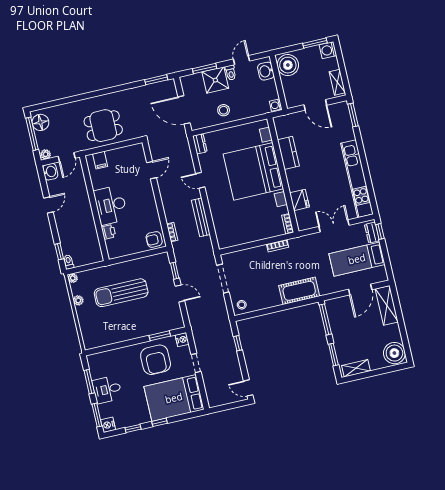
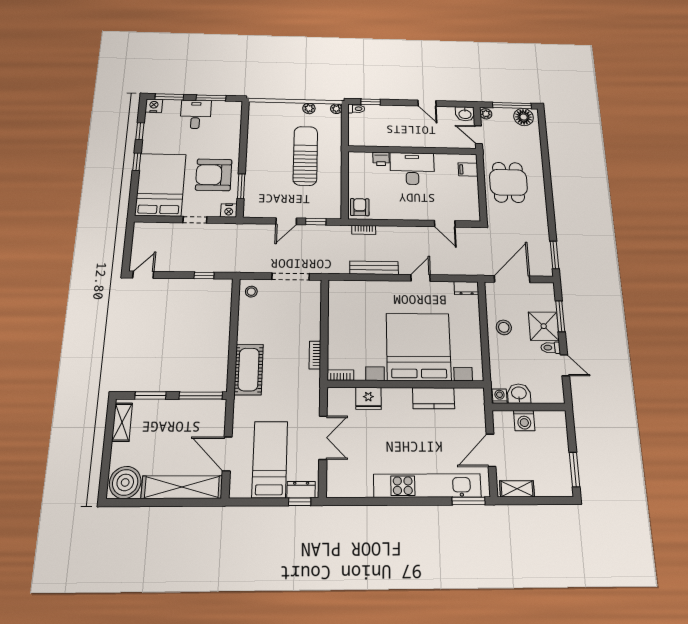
washing machine: (328, 50) -> (524, 421), moved, turned 180
boiler: (288, 65) -> (550, 425), removed
washbasin: (266, 71) -> (519, 394), moved
kitchen unit: (357, 179) -> (427, 486), moved
shelving: (387, 305) -> (182, 487), width x1.47

